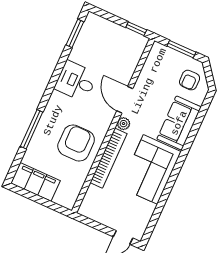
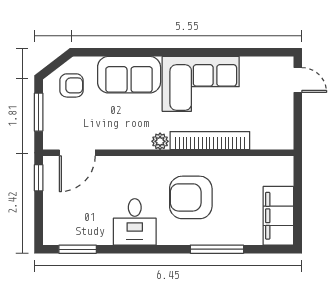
door: (125, 100) -> (77, 153), moved
armchair: (76, 143) -> (191, 197), moved

